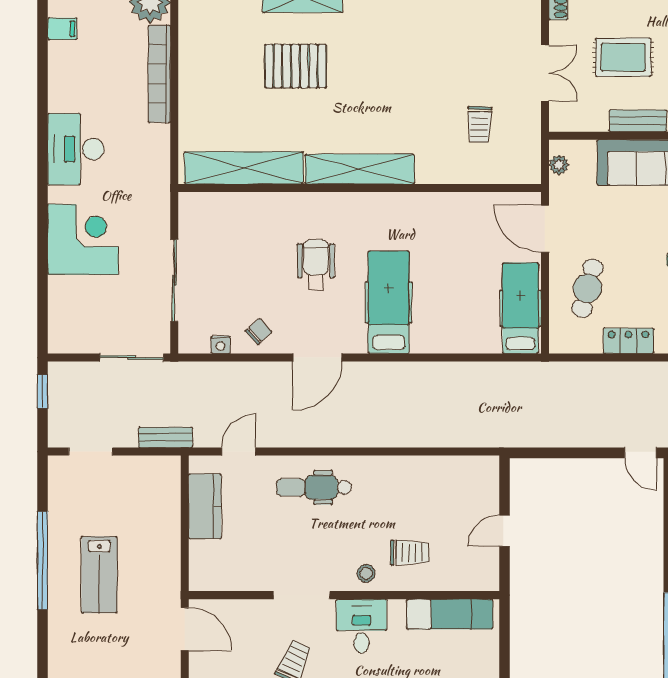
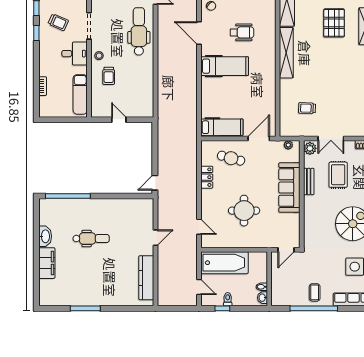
plant: (566, 118) -> (310, 148), added
dental chair: (314, 487) -> (139, 31), width x1.36, depth x1.38

